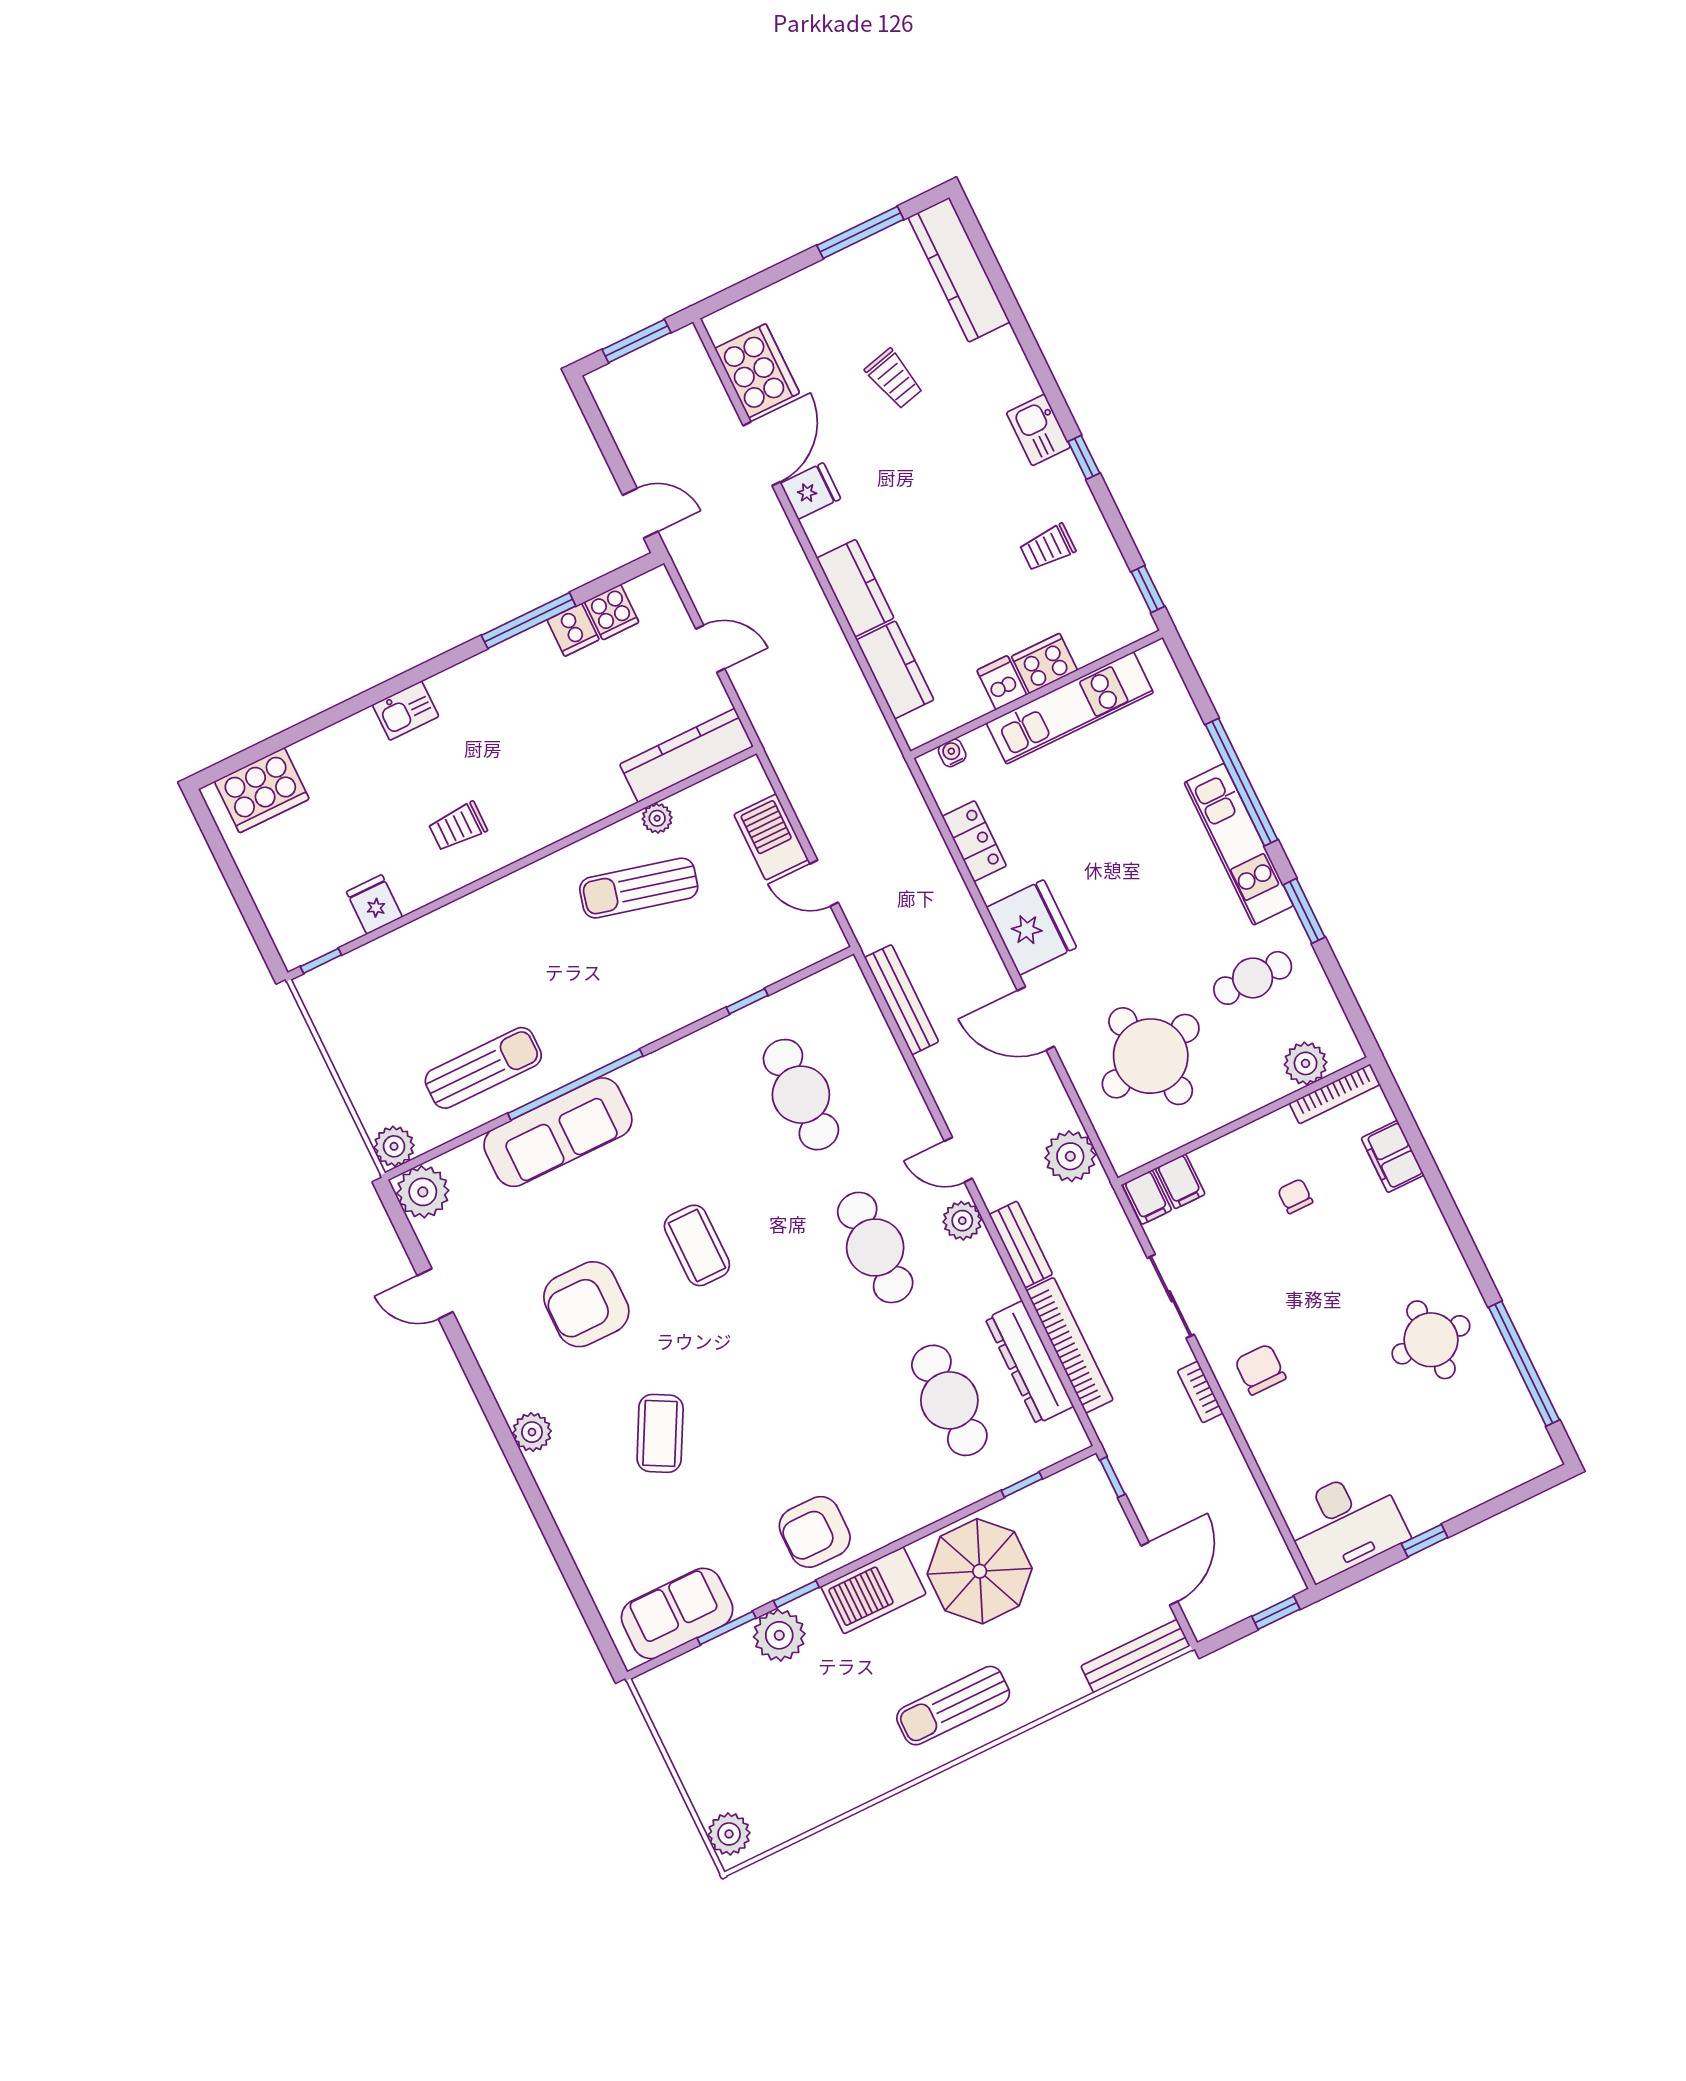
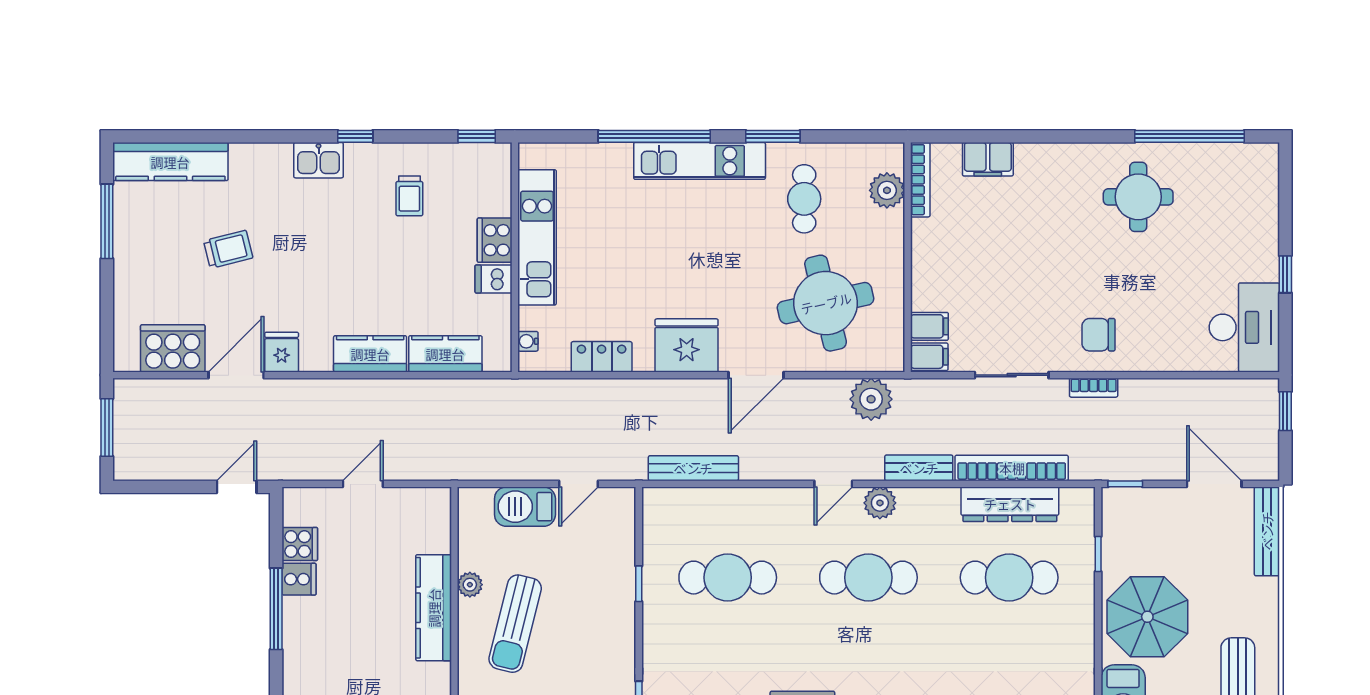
door: (762, 454) -> (236, 375), hinge flipped
kitchen counter: (687, 755) -> (434, 608), moved
chair: (1295, 1196) -> (982, 246), removed

